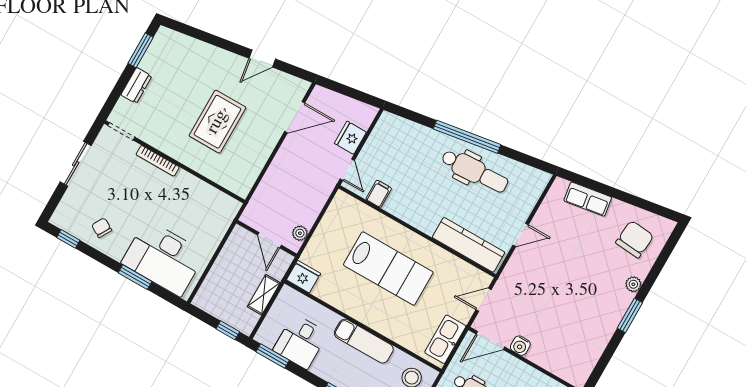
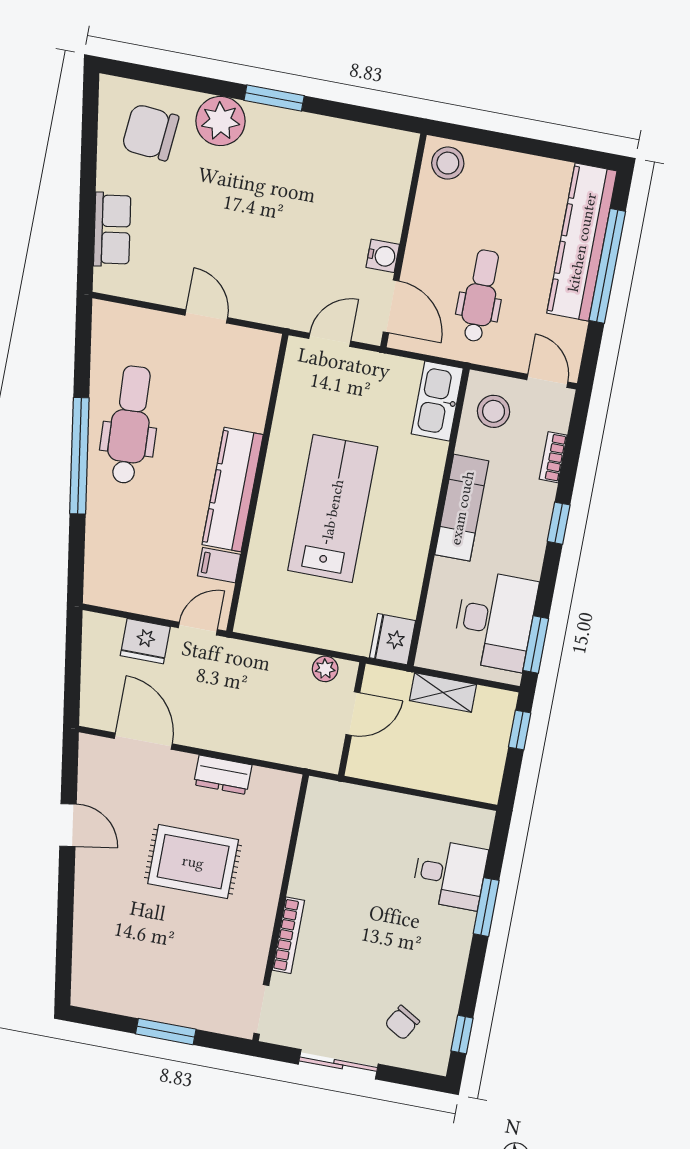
window: (141, 50) -> (166, 1032), moved
dresser: (136, 85) -> (223, 775), moved, turned 180
chair: (102, 228) -> (402, 1023), moved
kitchen counter: (469, 245) -> (233, 490), moved
desk: (163, 258) -> (450, 874), width x0.53, depth x0.77
plant: (633, 284) -> (220, 121), width x1.87, depth x1.87
door: (484, 300) -> (330, 340), swing flipped
kitchen sink: (445, 339) -> (437, 401), moved, turned 90
desk: (300, 342) -> (495, 621), width x1.37

